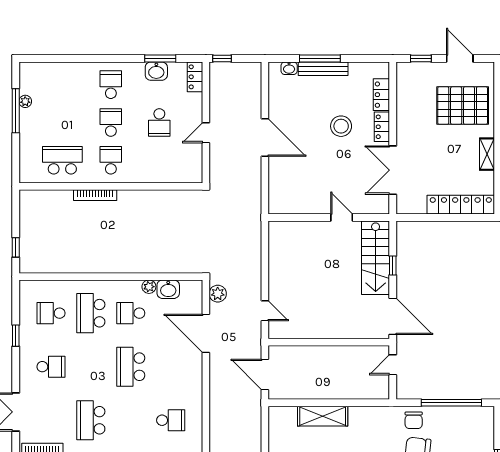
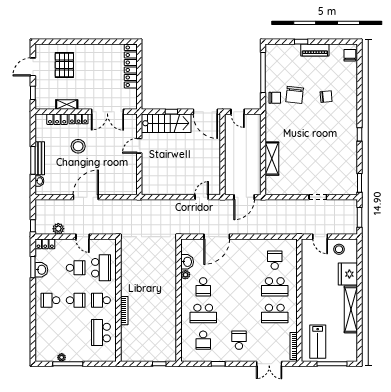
pallet: (463, 106) -> (64, 65), width x0.73, depth x0.71
school desk: (111, 122) -> (76, 300), turned 180
shelving: (487, 154) -> (67, 105), moved
school desk: (159, 160) -> (101, 268), added
plant: (218, 294) -> (58, 229), moved
door: (393, 316) -> (205, 112), swing flipped
school desk: (131, 367) -> (275, 287), moved

